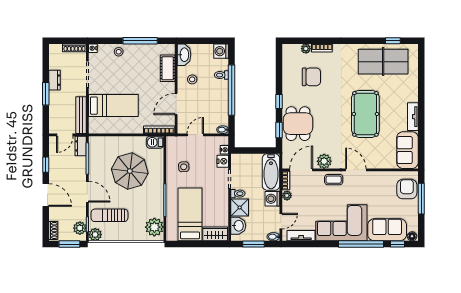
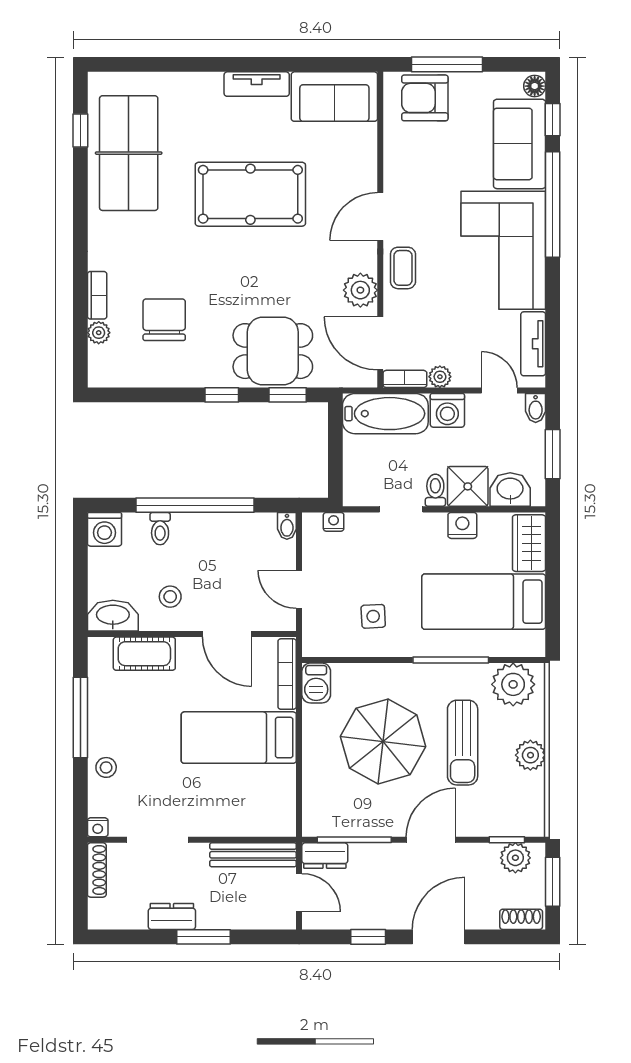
bed: (113, 106) -> (239, 738), moved, turned -90
nightstand: (223, 161) -> (462, 525), moved
sun lounger: (110, 215) -> (463, 743), moved
plant: (95, 235) -> (530, 755), moved

